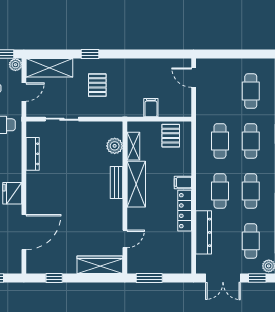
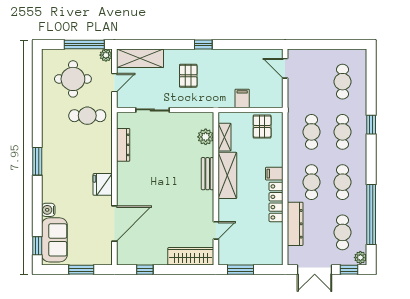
window: (90, 54) -> (203, 44), moved

